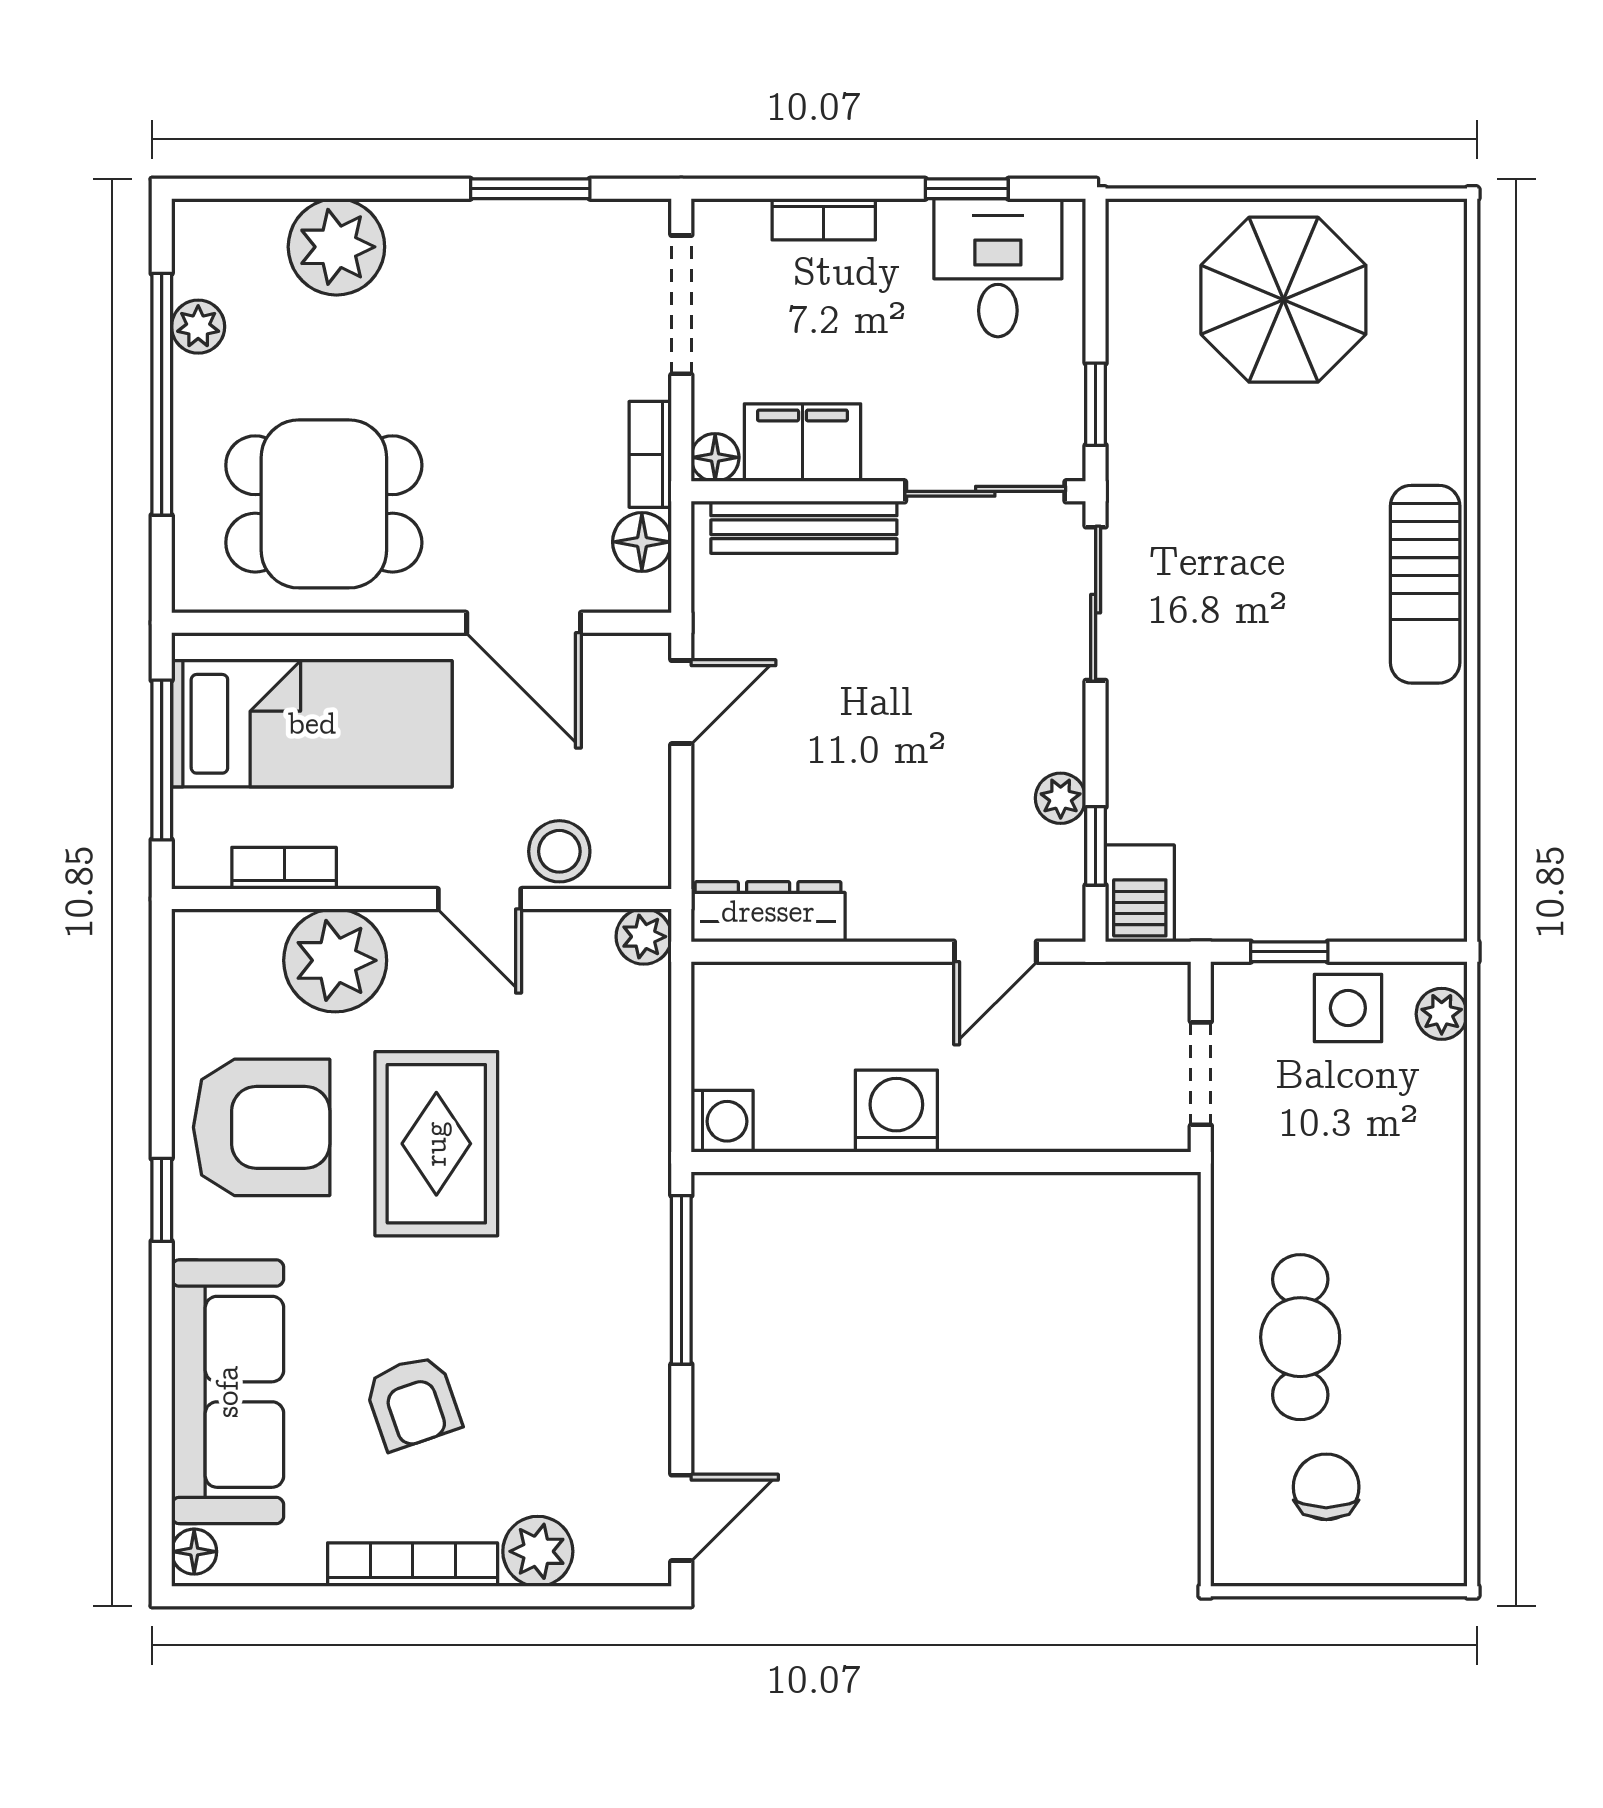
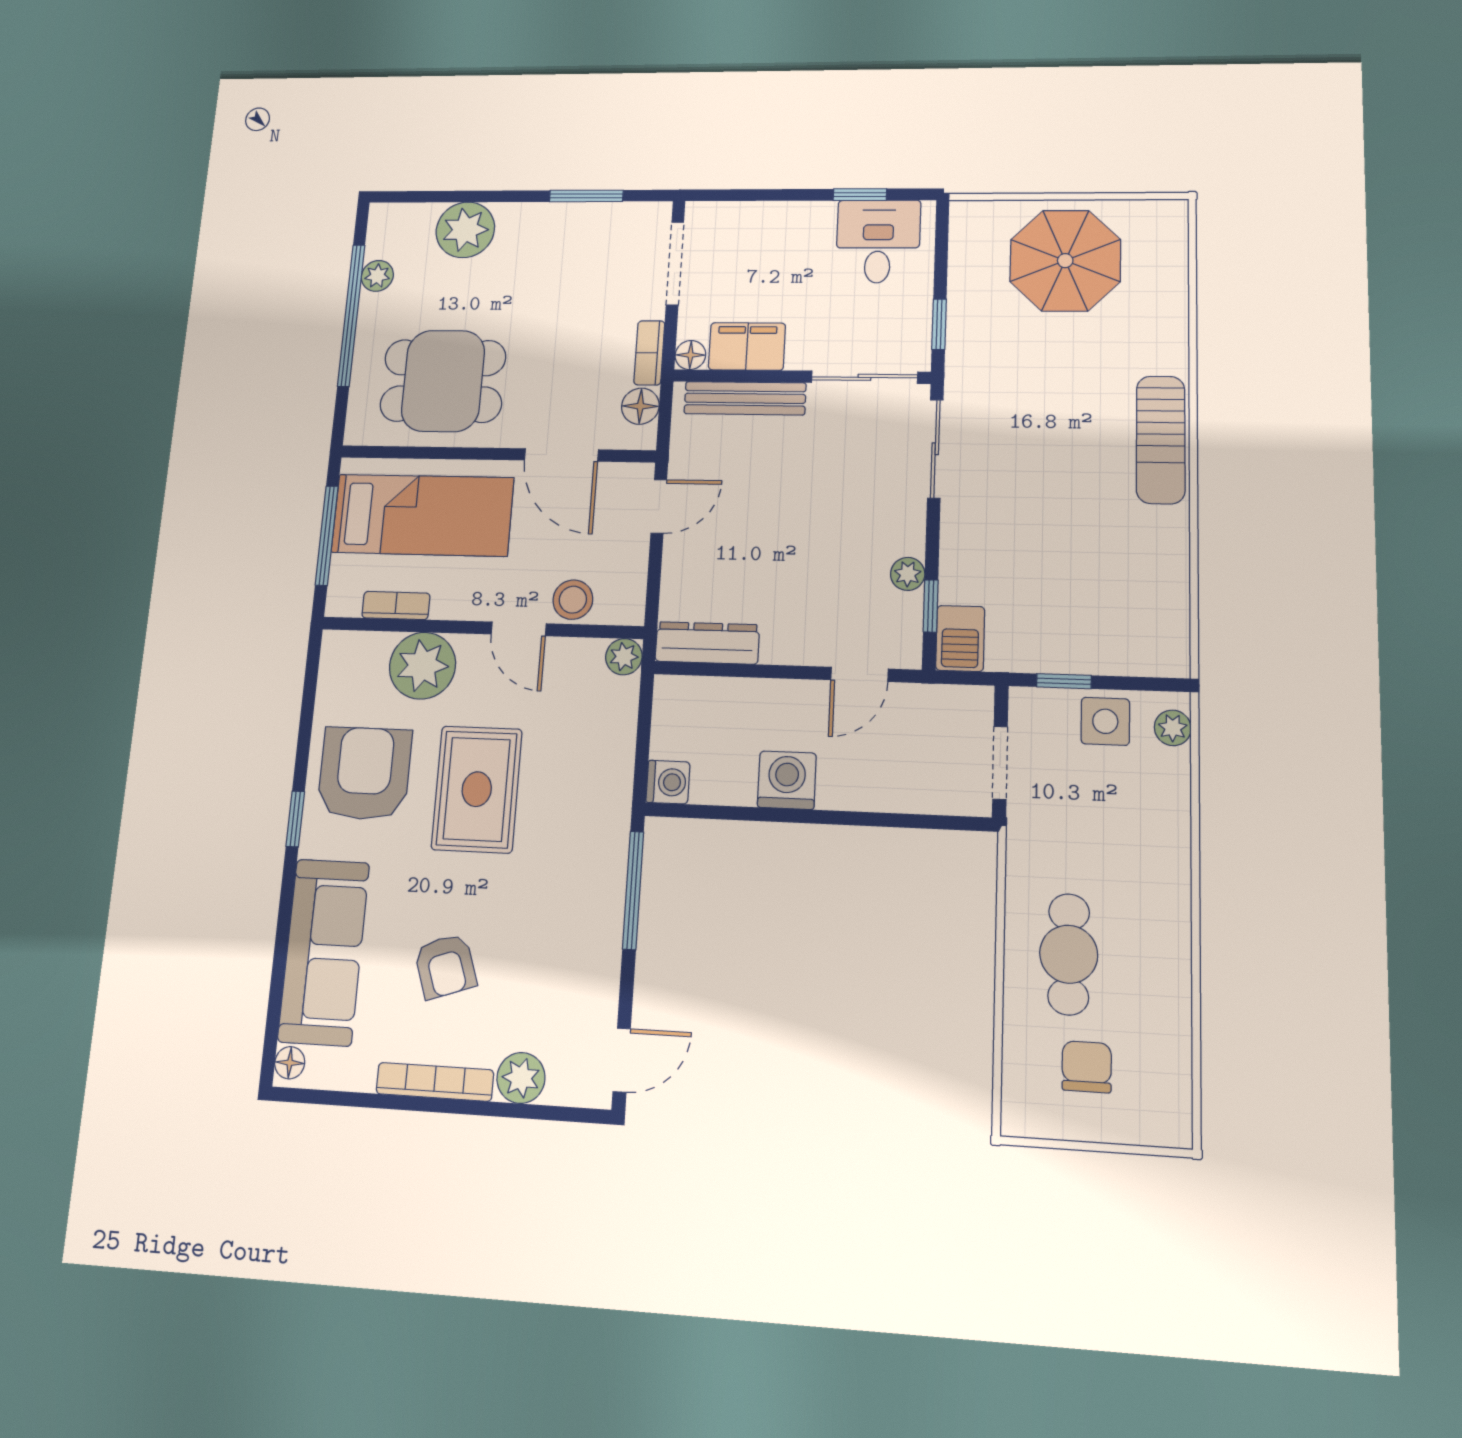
bookcase: (824, 219) -> (768, 213), removed
armchair: (262, 1127) -> (364, 773), turned -90

